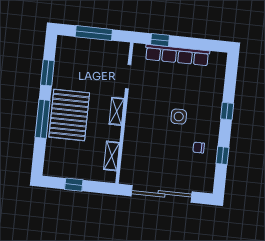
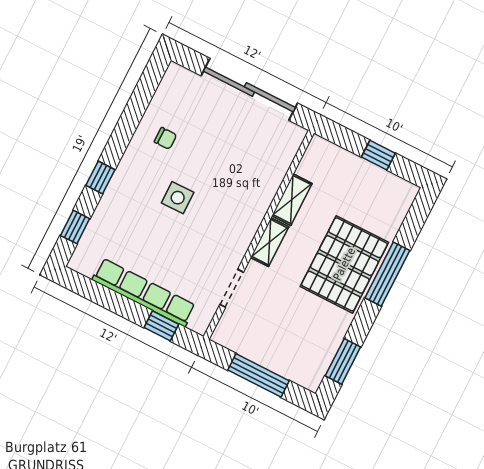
window: (47, 73) -> (343, 361), moved
window: (222, 155) -> (75, 227), moved
shelving: (112, 156) -> (292, 200), moved

